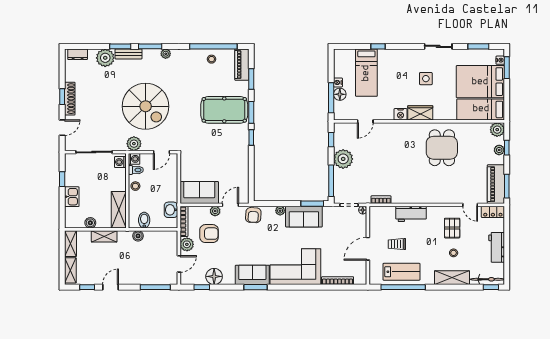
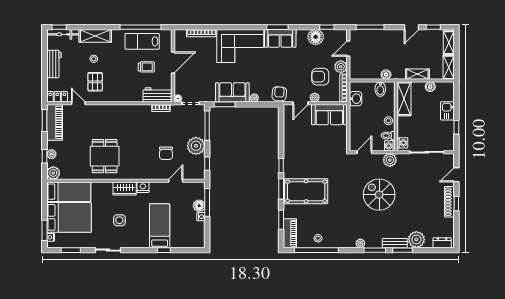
bed: (366, 73) -> (160, 226), moved
spiral stairs: (146, 106) -> (379, 195), width x0.73, depth x0.73
chair: (376, 151) -> (166, 153), added
workbench: (411, 214) -> (157, 95), moved

